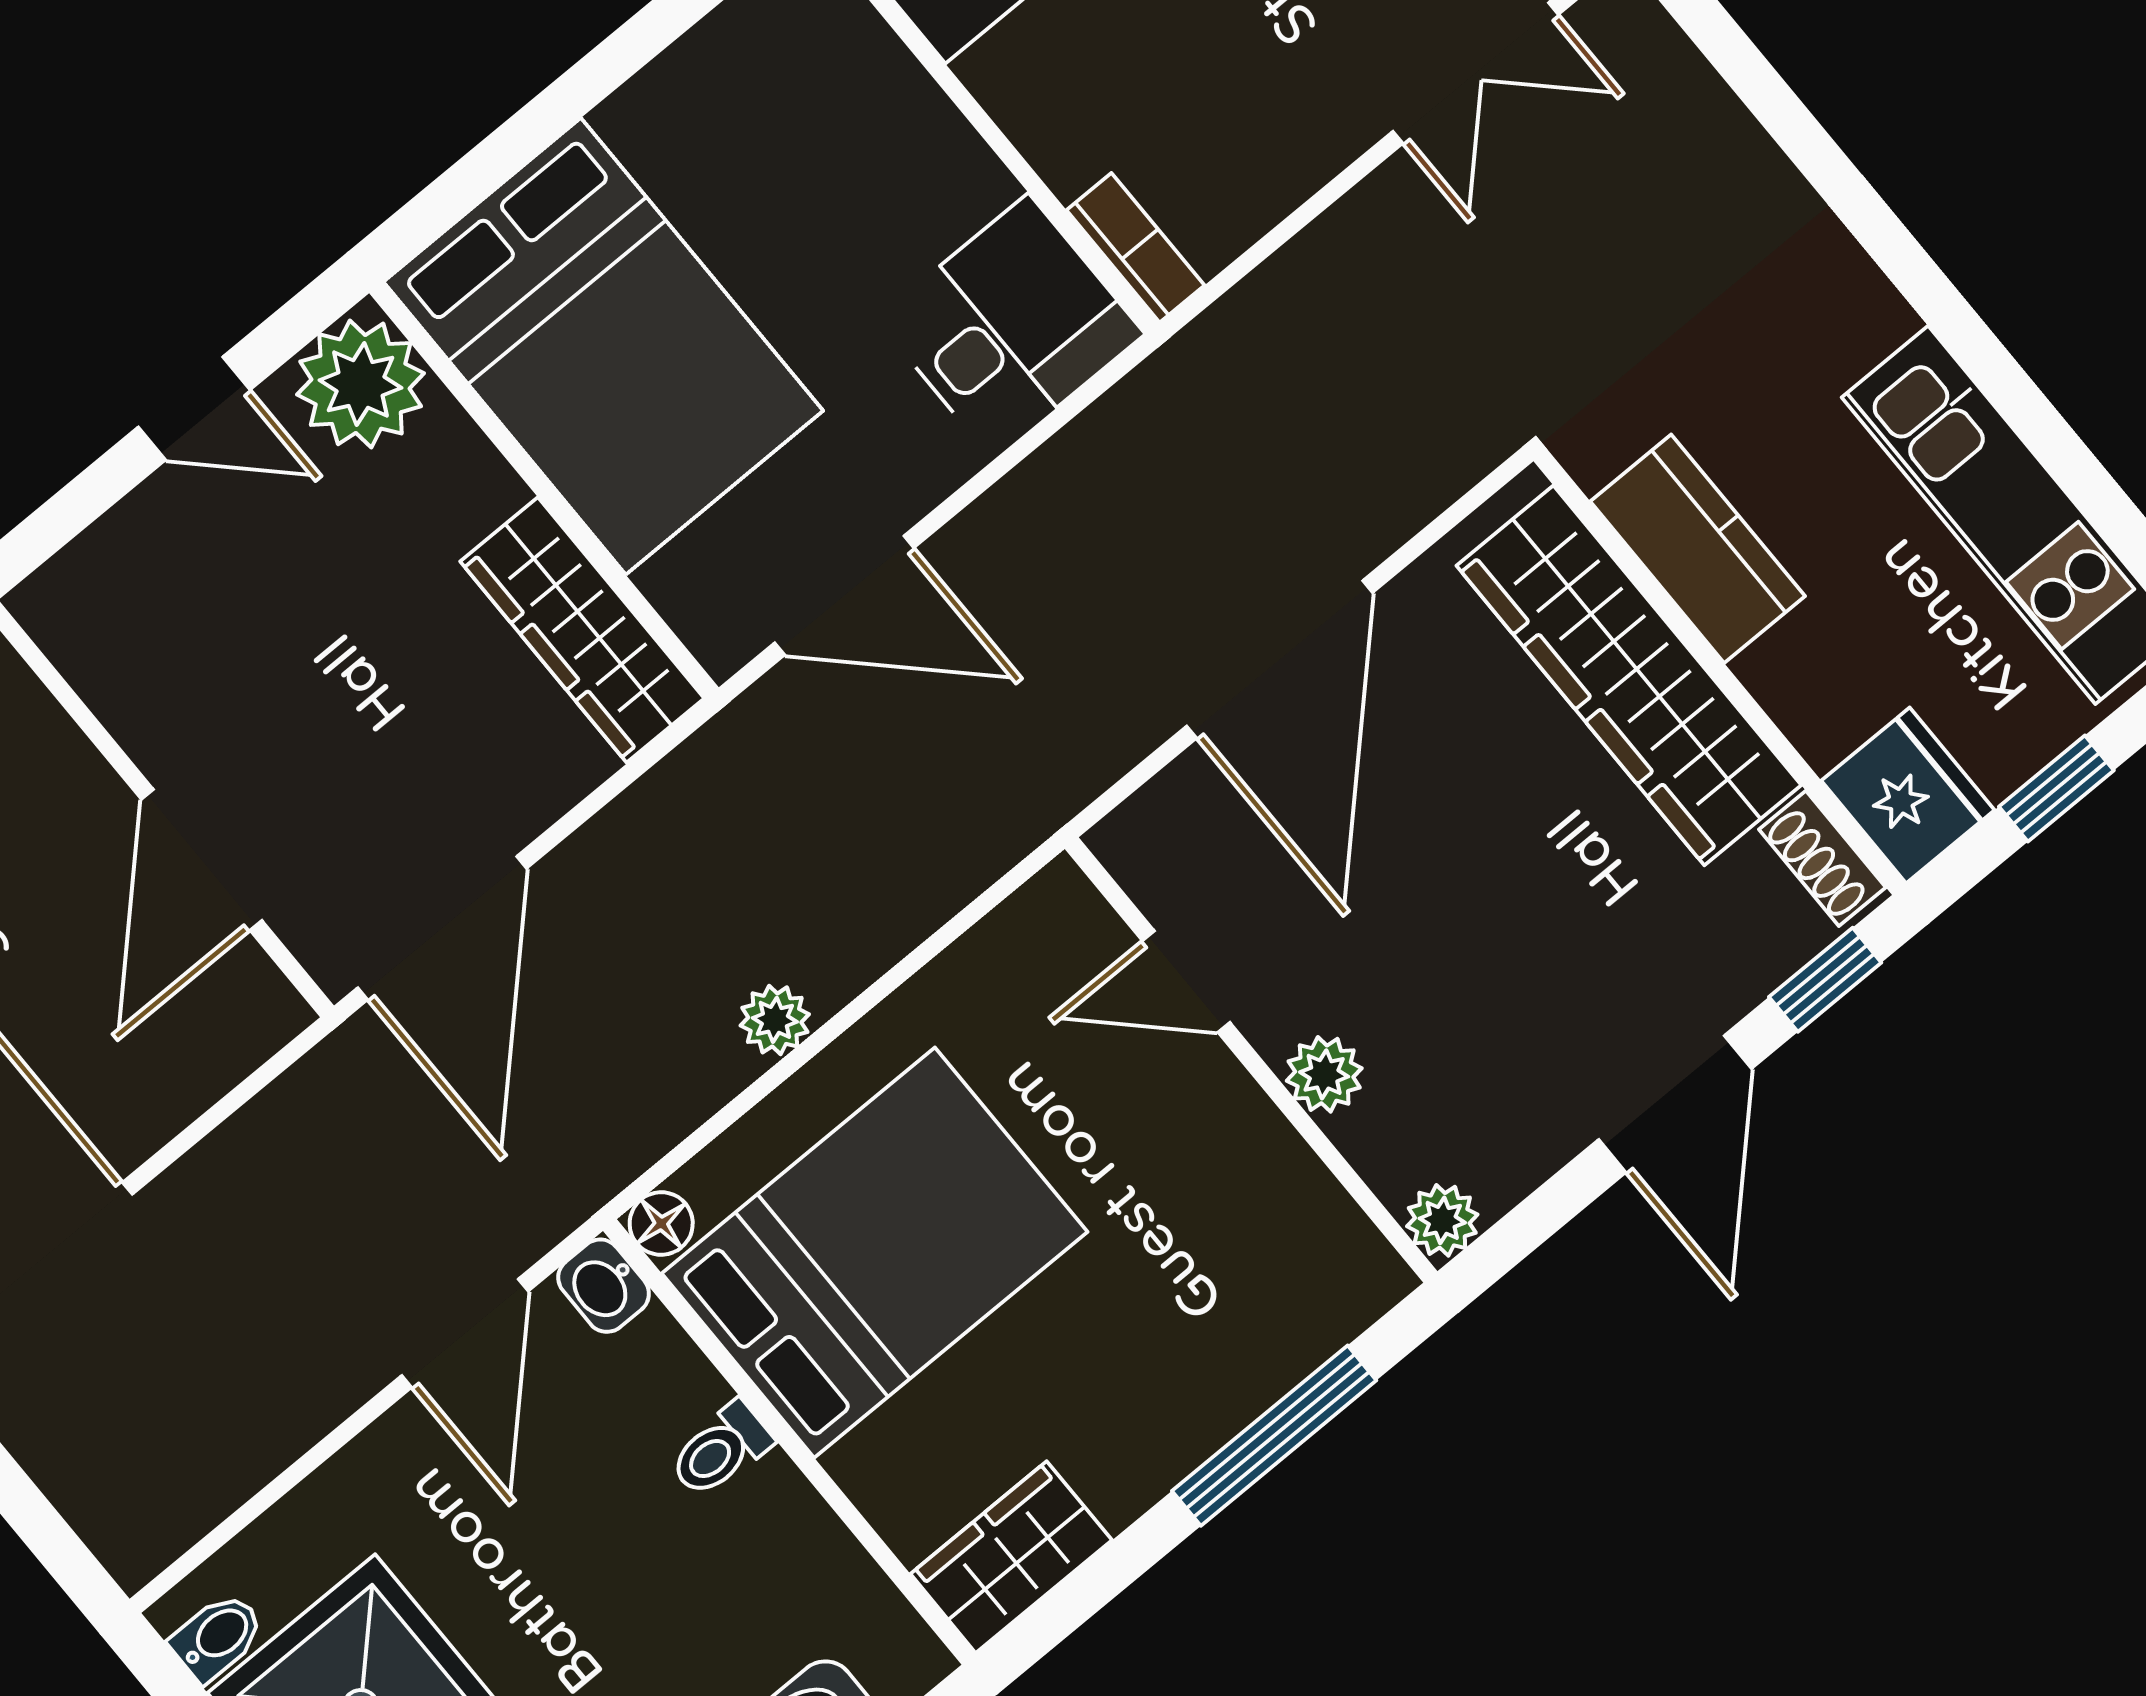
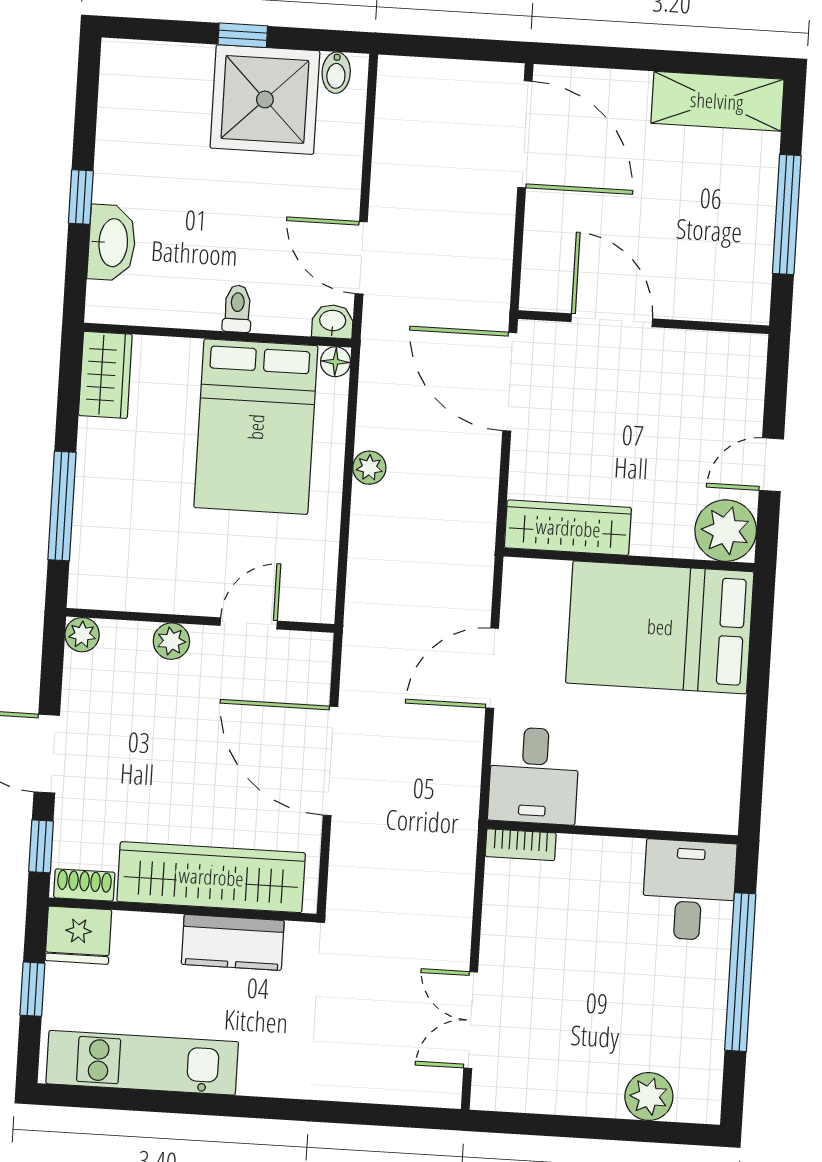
door: (844, 595) -> (492, 668), moved

